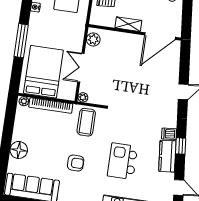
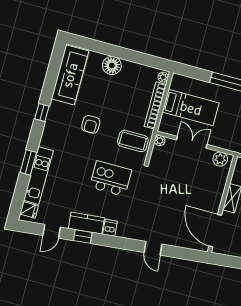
bed: (43, 72) -> (191, 108), width x0.67
window: (181, 146) -> (83, 236), moved
kitchen island: (122, 161) -> (111, 179), moved

